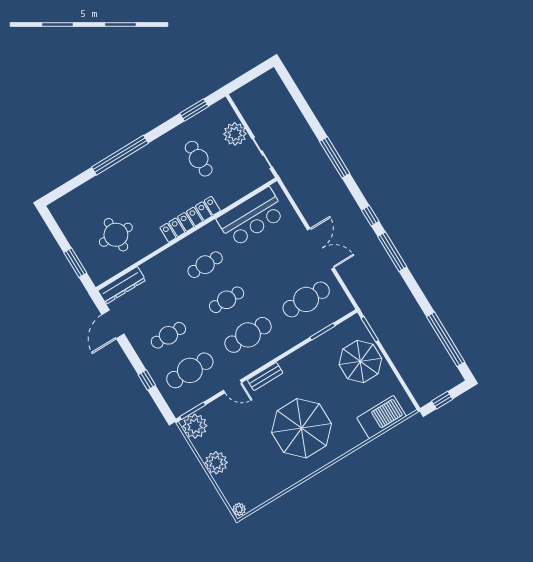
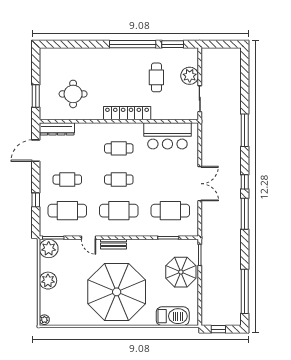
window: (120, 155) -> (133, 44), moved
parasol: (302, 428) -> (117, 292), width x1.36, depth x1.36

